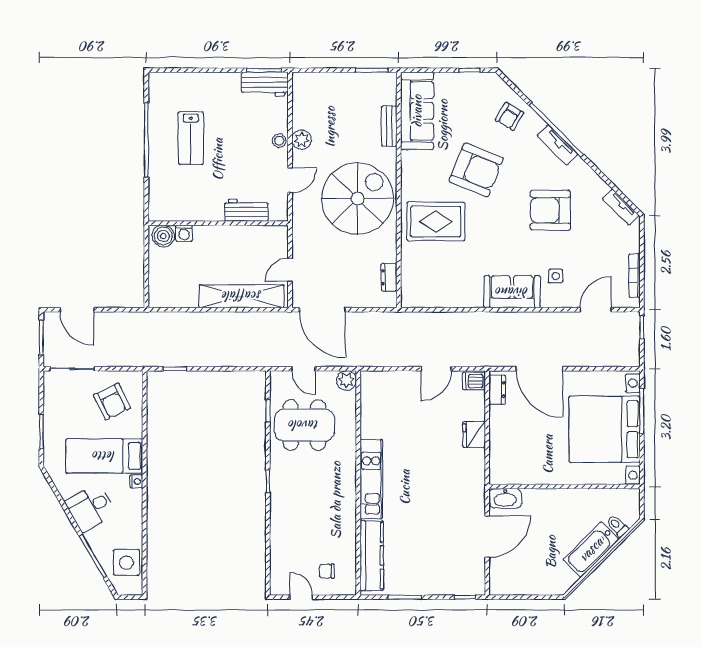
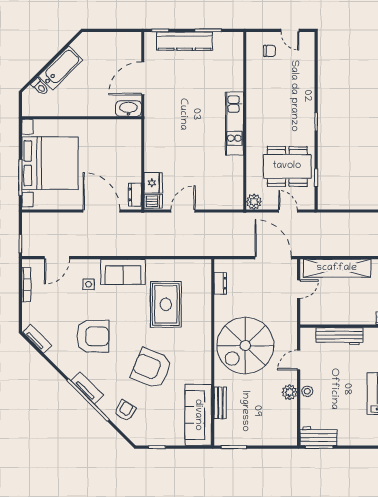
workbench: (246, 210) -> (339, 336), width x1.38
rug: (436, 222) -> (166, 304), moved, turned 90
fridge: (474, 434) -> (153, 183), moved
kitchen counter: (372, 556) -> (185, 41), moved, turned -90

